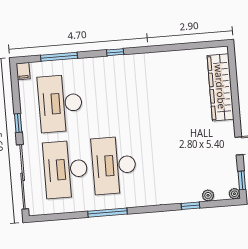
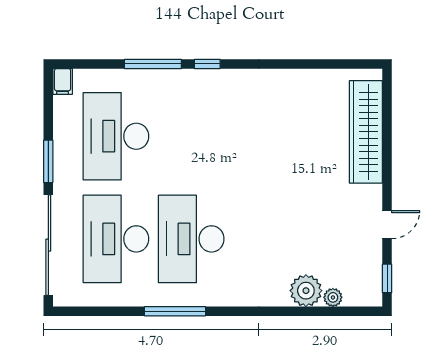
window: (59, 57) -> (153, 64), moved
window: (18, 123) -> (48, 161), width x1.50
plant: (234, 194) -> (306, 291), moved, width x1.87, depth x1.87
window: (190, 206) -> (304, 311), removed

